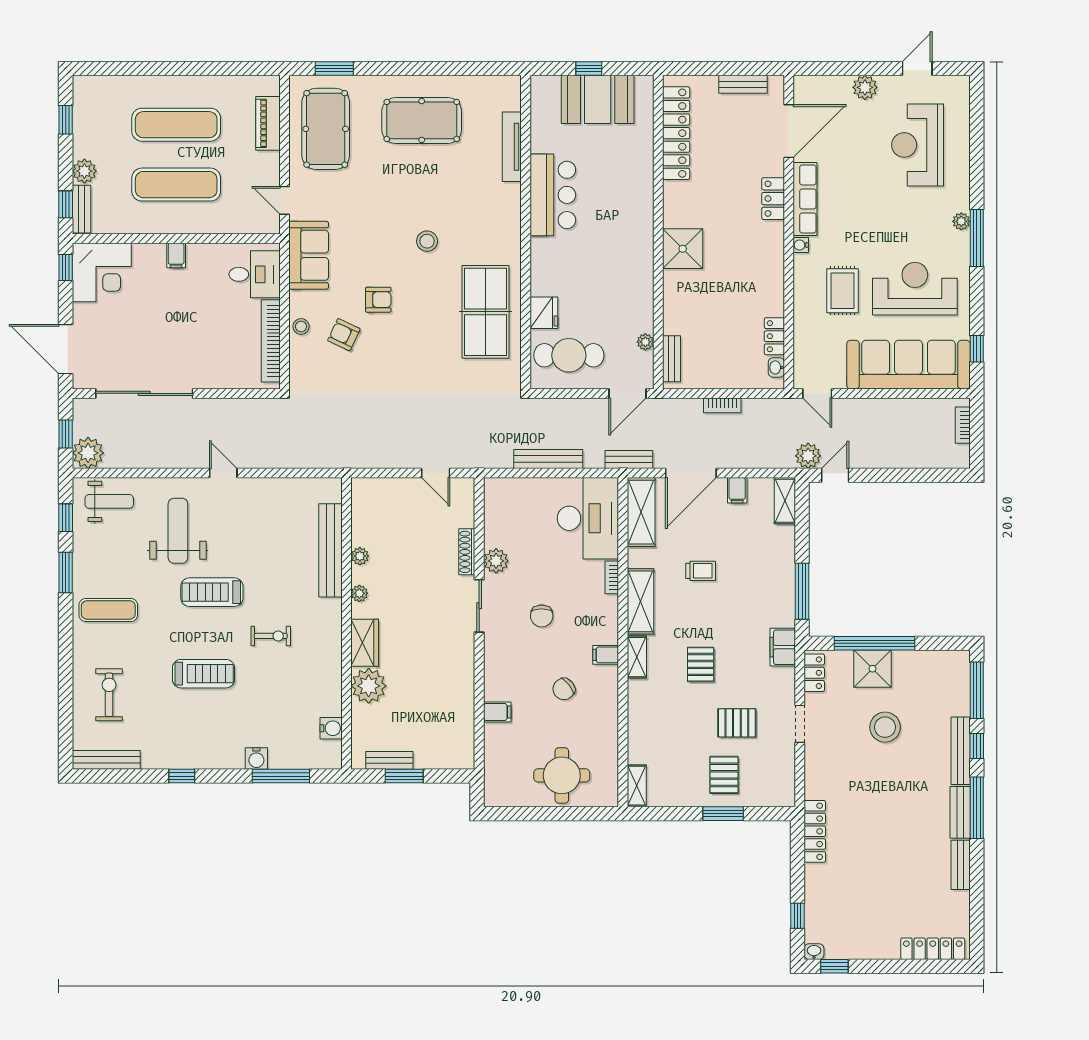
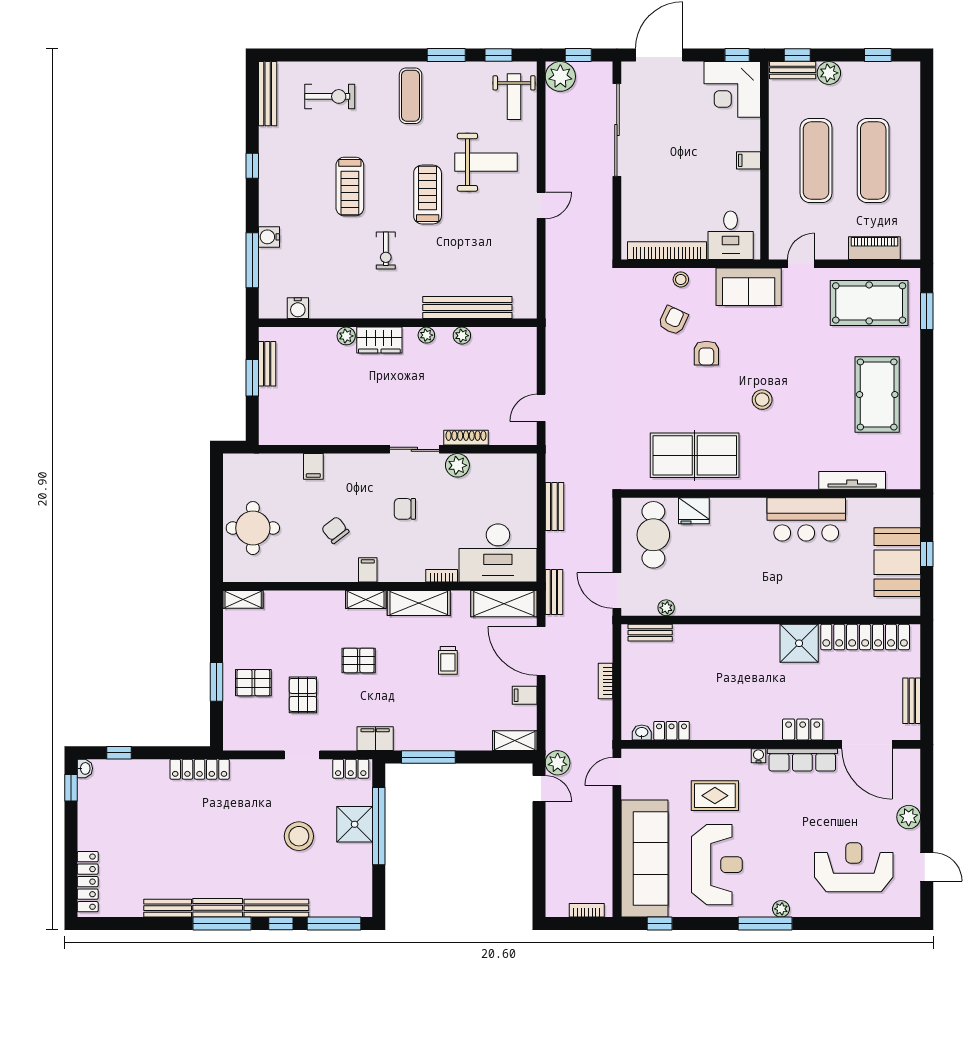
shower: (683, 249) -> (799, 643), moved
bench: (548, 459) -> (554, 506), width x0.73
plant: (369, 686) -> (346, 336), width x0.53, depth x0.53

